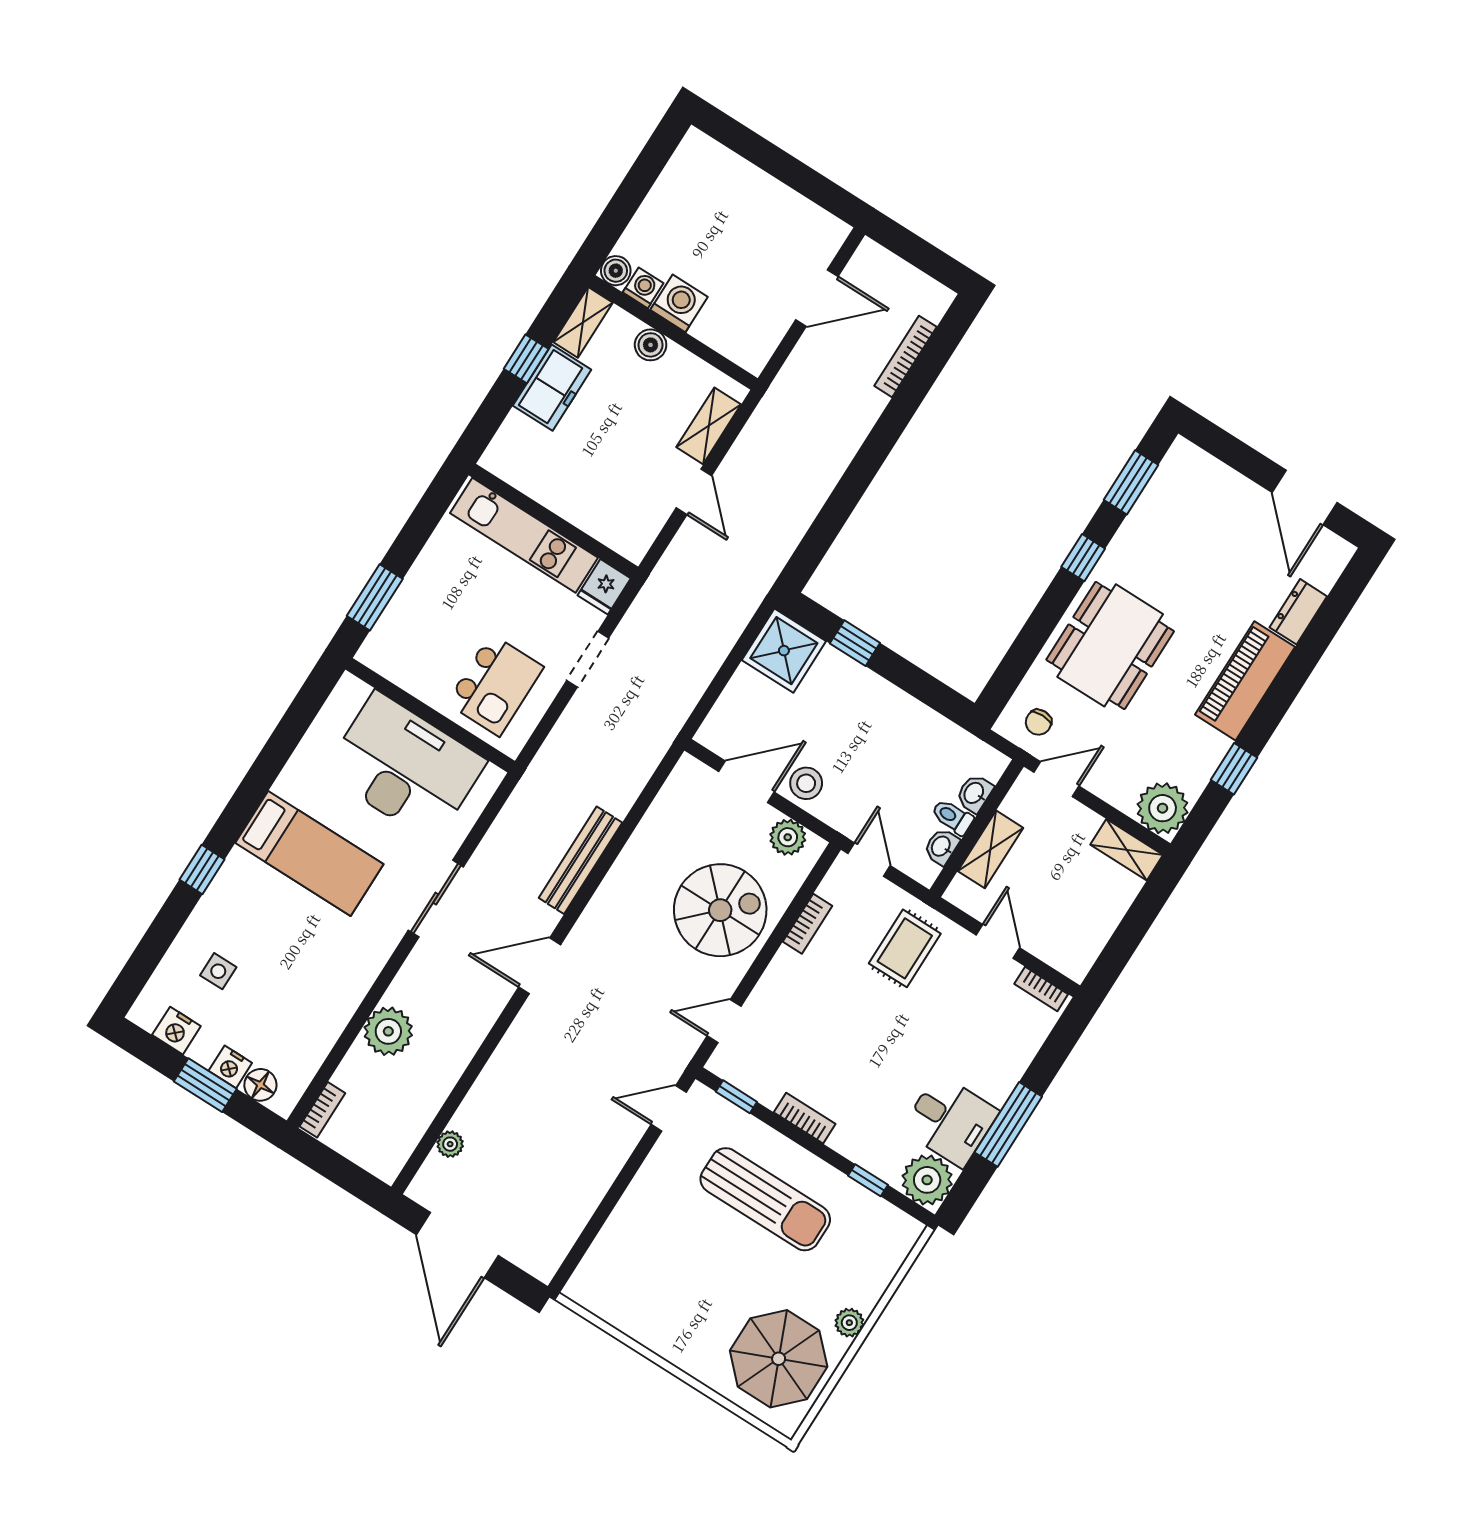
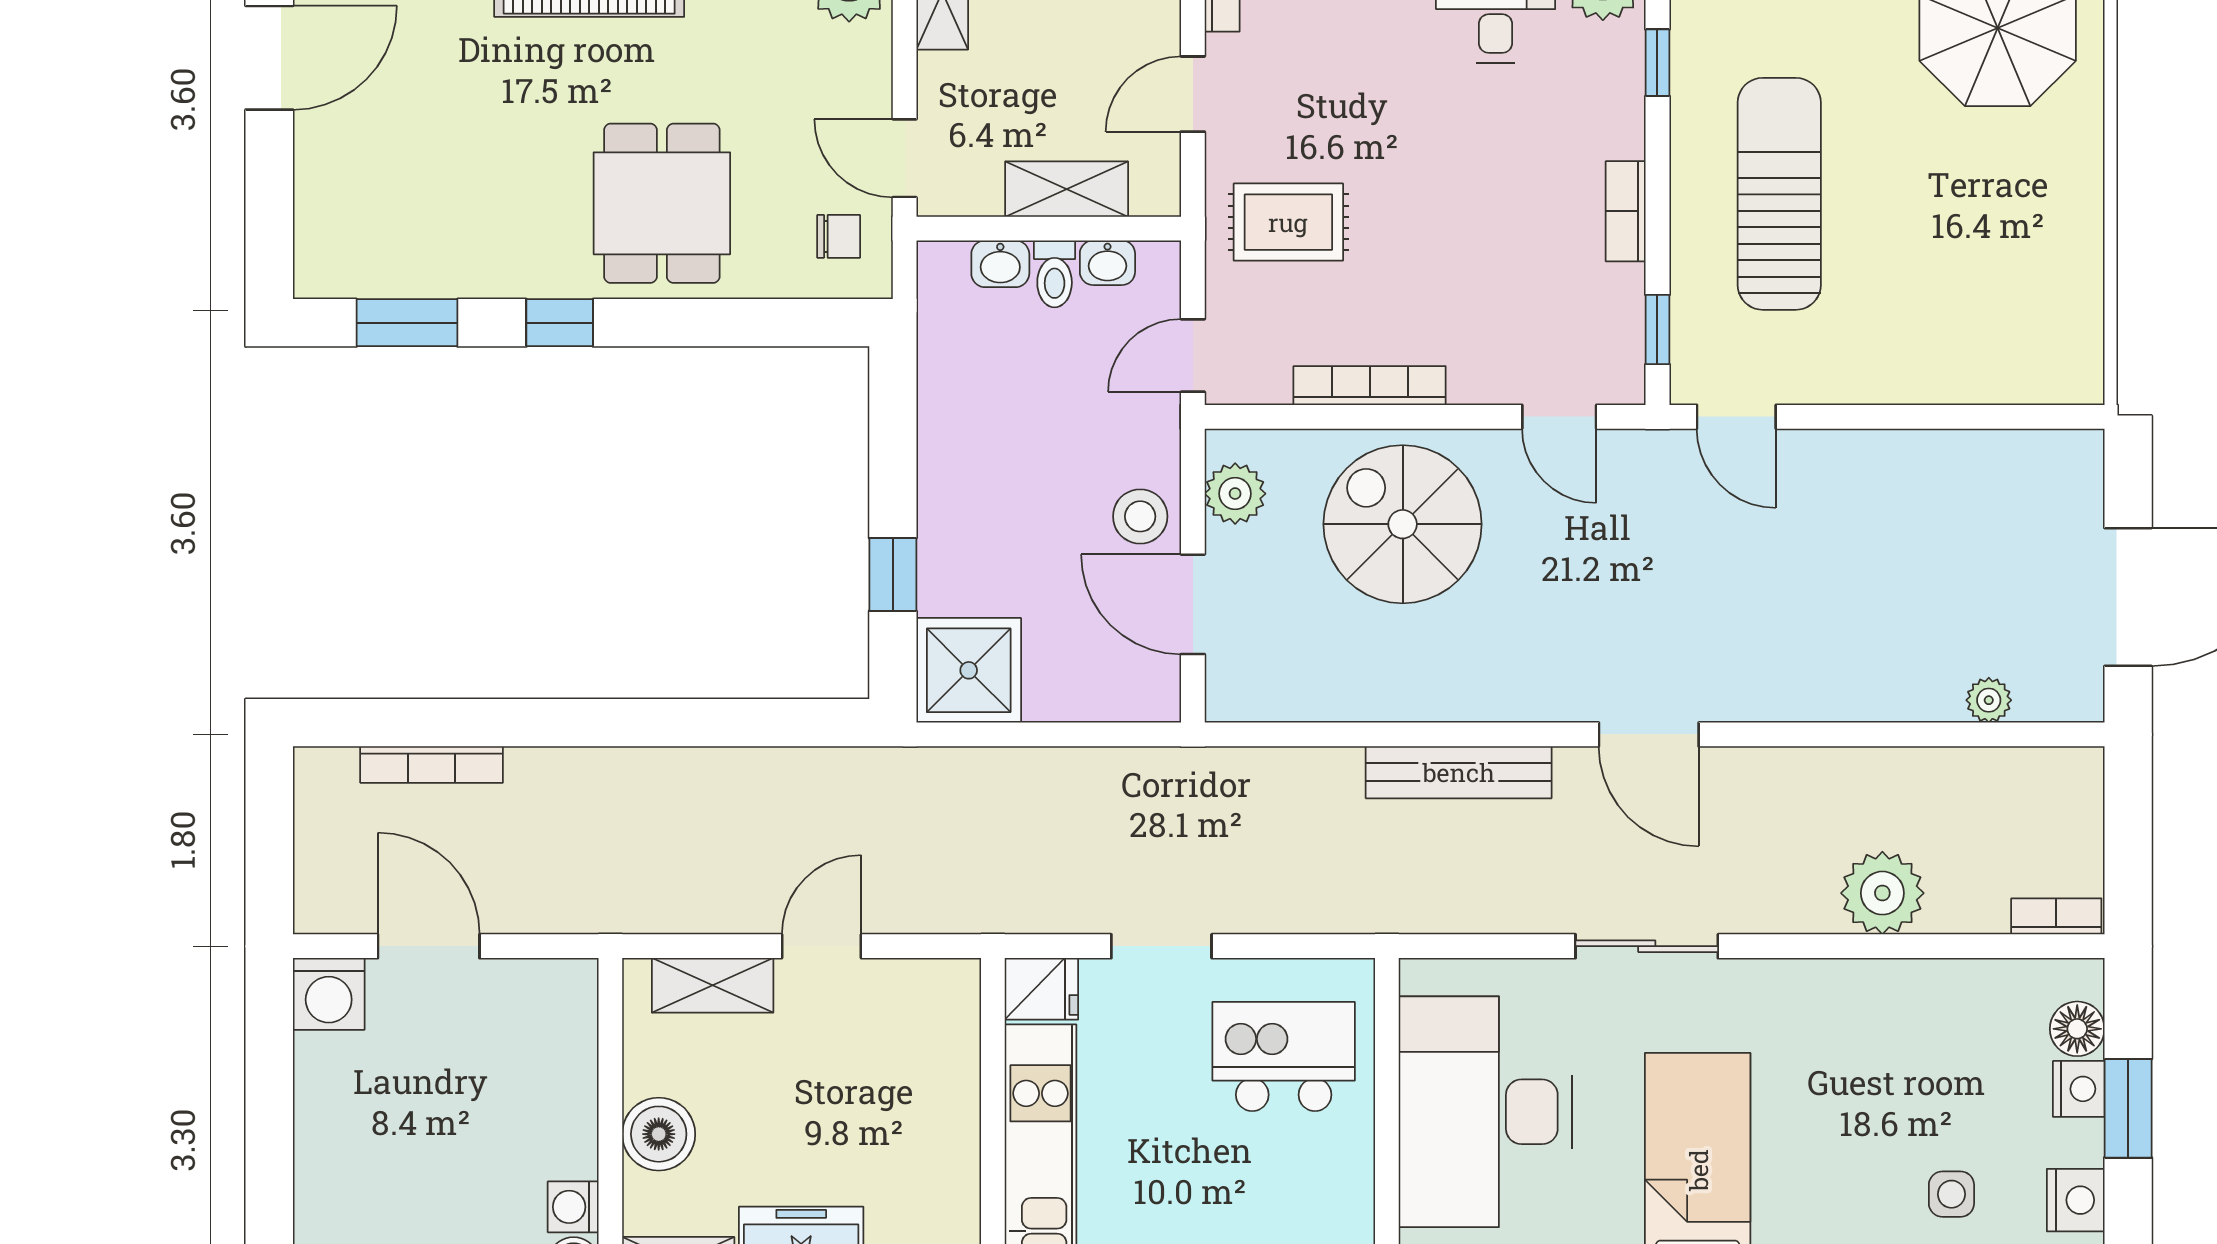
washing machine: (679, 303) -> (329, 994), moved, turned -90
boiler: (651, 345) -> (659, 1134), width x1.36, depth x1.36
dining table: (1110, 645) -> (662, 203), width x0.73
bookcase: (807, 924) -> (1370, 386), width x1.56

